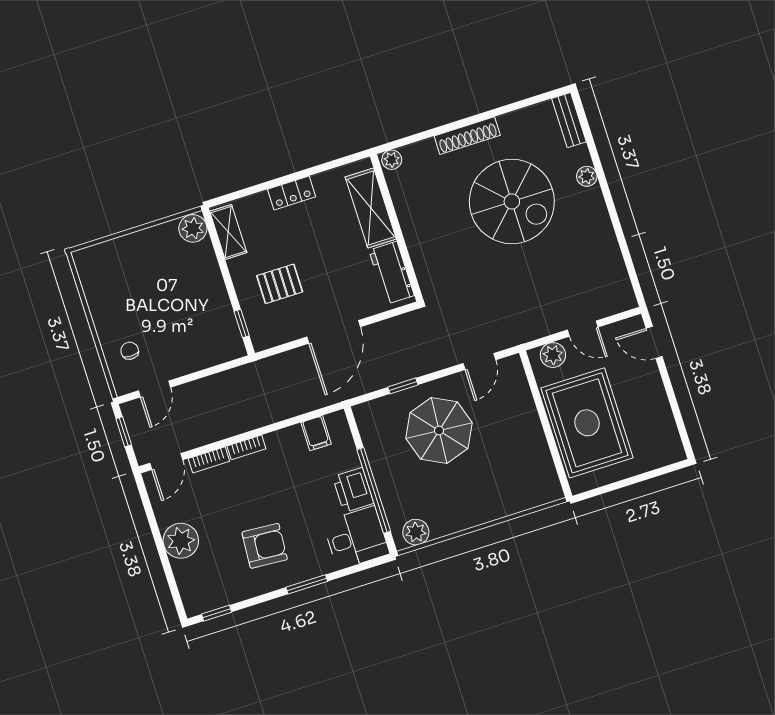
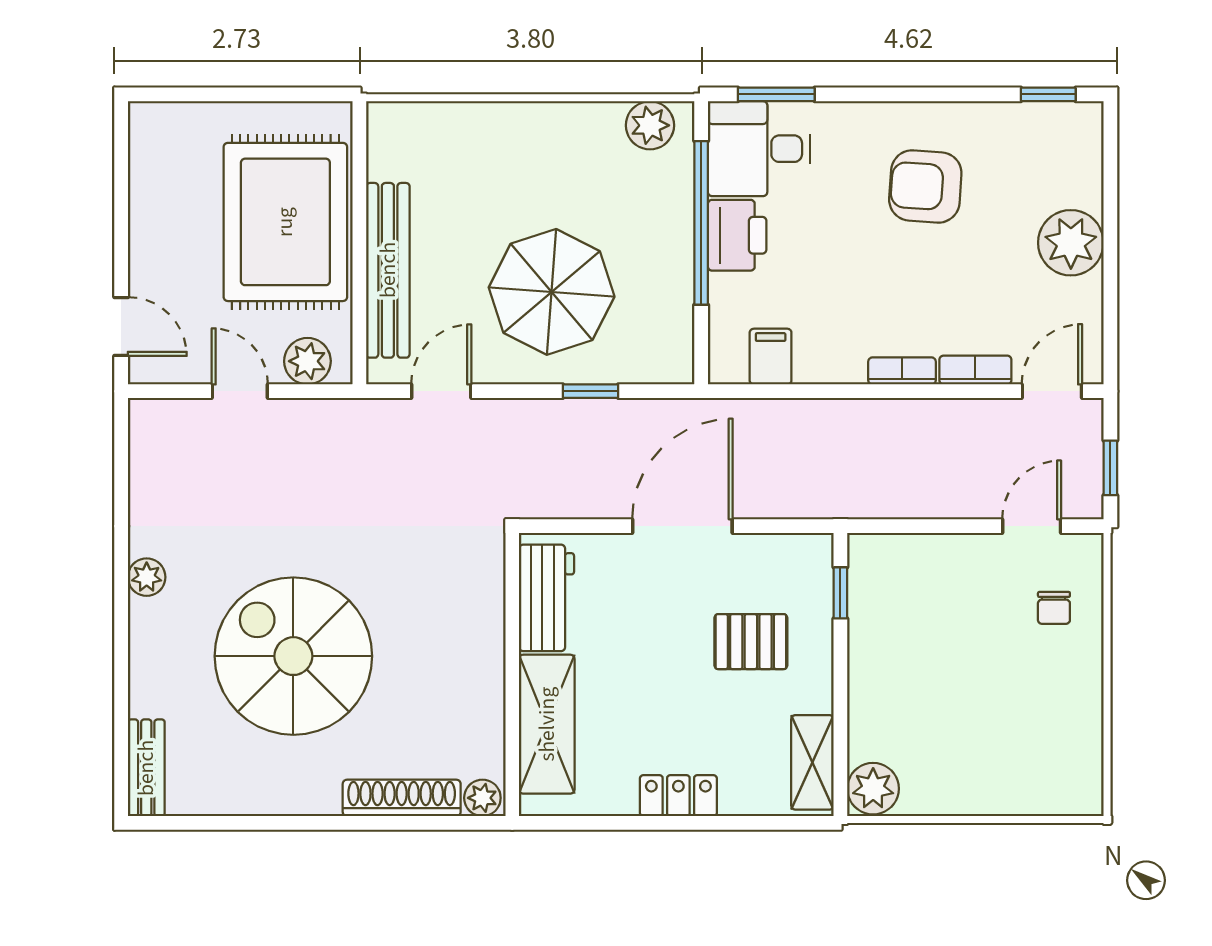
shoe rack: (467, 136) -> (402, 798), moved
plant: (587, 176) -> (147, 577), moved
bench: (527, 415) -> (388, 270), added
window: (307, 584) -> (776, 94), moved

